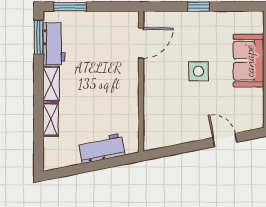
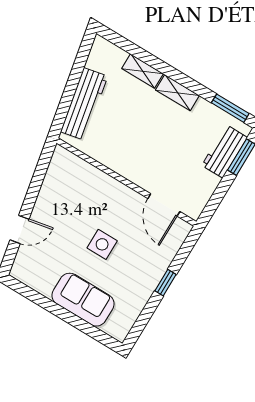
workbench: (54, 44) -> (225, 151), moved, turned 90
workbench: (102, 148) -> (84, 104), width x1.38

